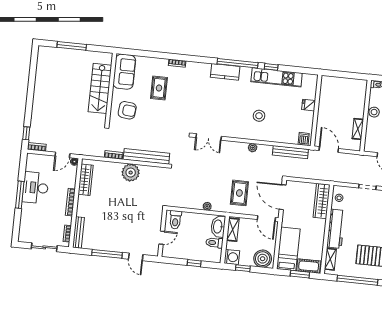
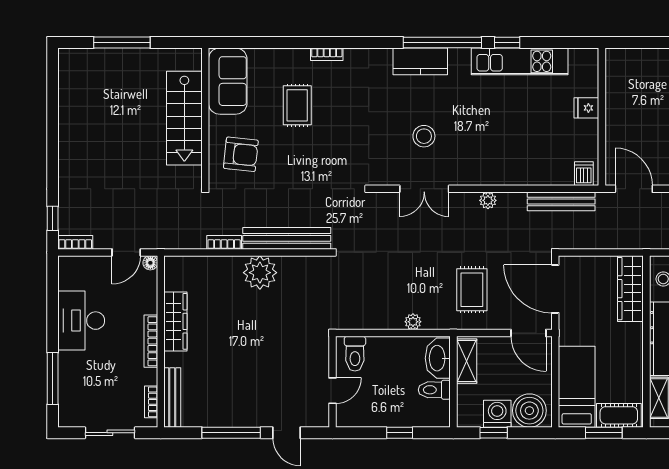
stool: (259, 116) -> (424, 136), moved
double door: (209, 137) -> (424, 189), moved
wardrobe: (86, 180) -> (175, 321), moved
window: (20, 195) -> (53, 379), moved
washing machine: (232, 257) -> (497, 414), moved, turned -90

